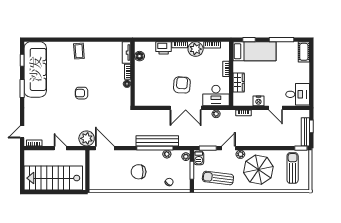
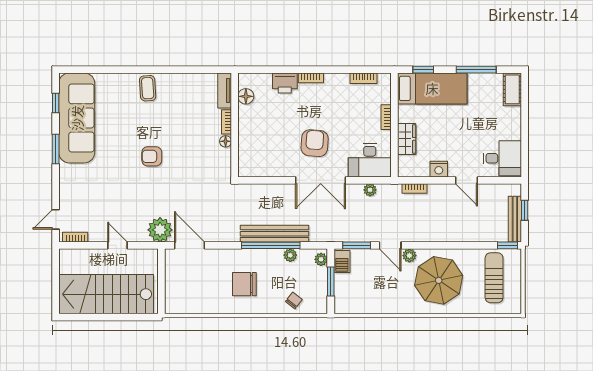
plant: (196, 49) -> (337, 85), removed
door: (228, 148) -> (390, 245), swing flipped
sun lounger: (218, 178) -> (373, 294), removed

